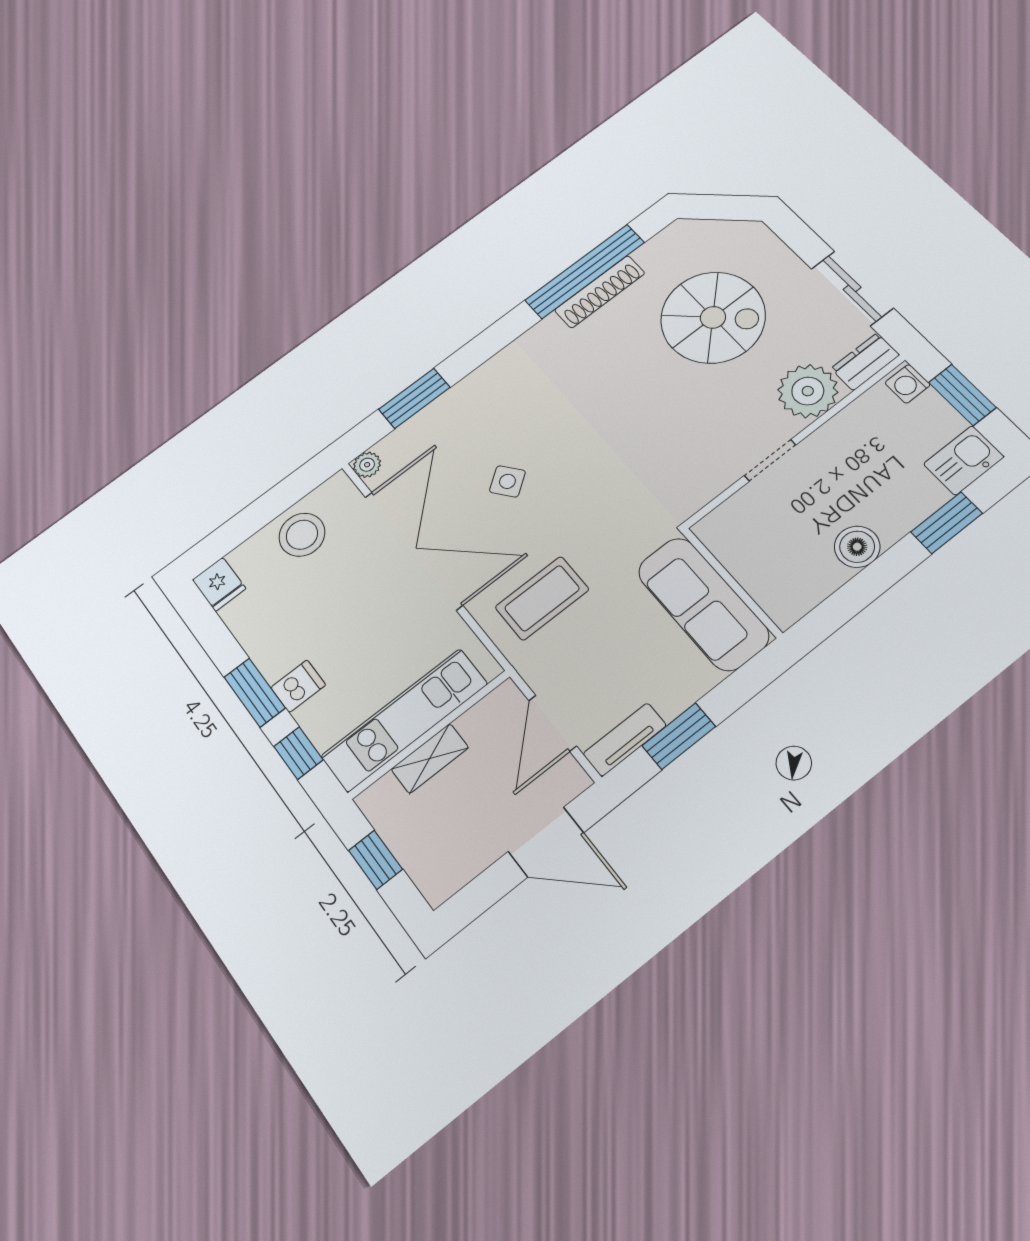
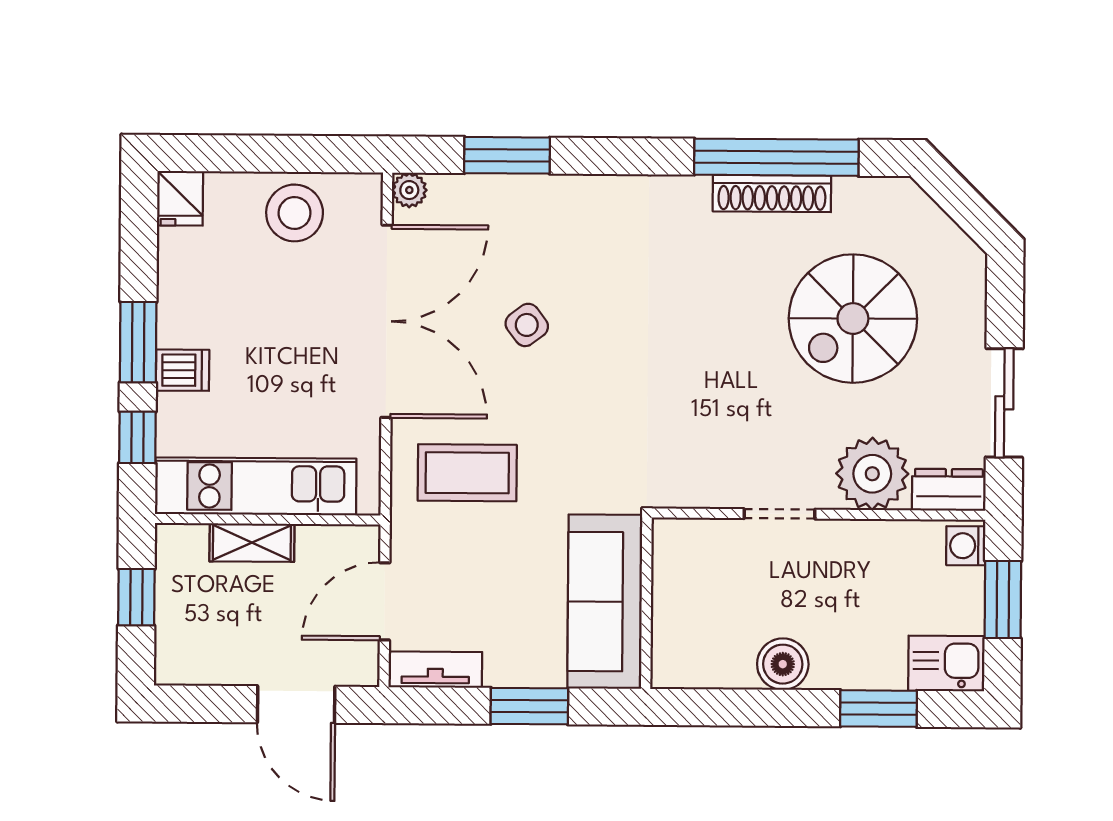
spiral stairs: (713, 317) -> (853, 319), turned 90
window: (679, 736) -> (529, 706), moved

